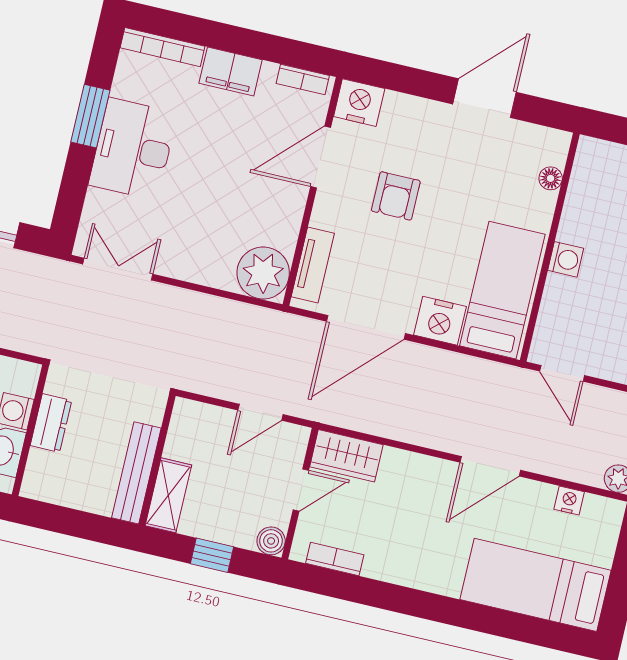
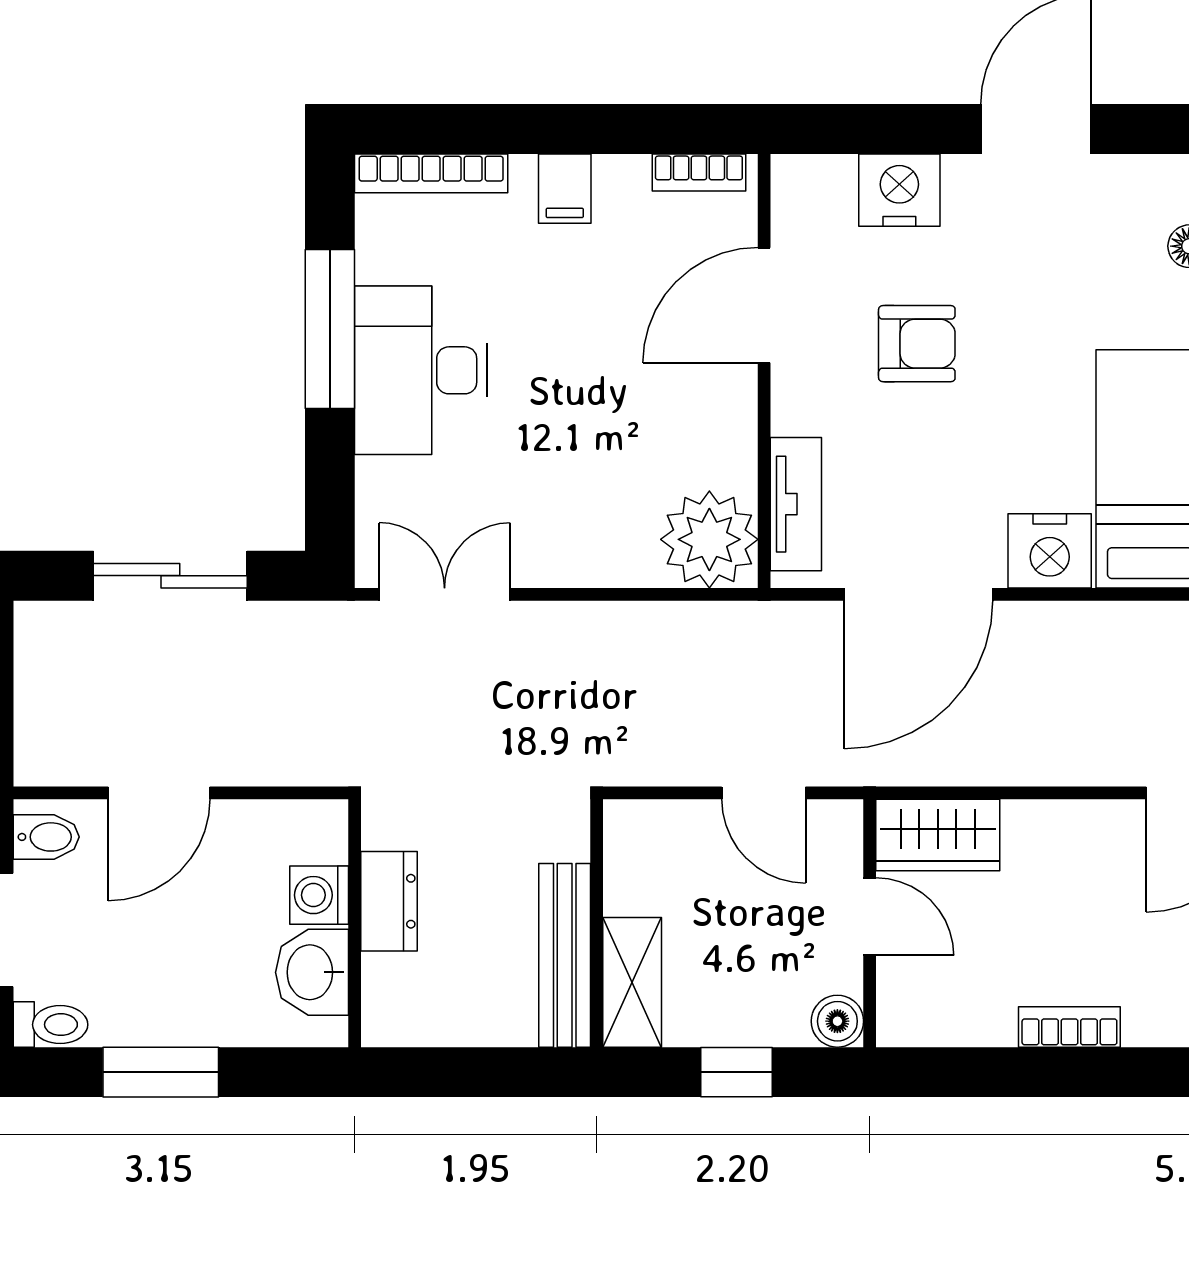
filing cabinet: (231, 71) -> (565, 189), width x0.50
nightstand: (359, 103) -> (899, 190), moved
window: (90, 116) -> (330, 329), width x1.44
armchair: (396, 196) -> (917, 344), turned -90
door: (260, 412) -> (764, 793), hinge flipped
door: (301, 490) -> (870, 917), hinge flipped
bookcase: (335, 559) -> (1069, 1027), moved

